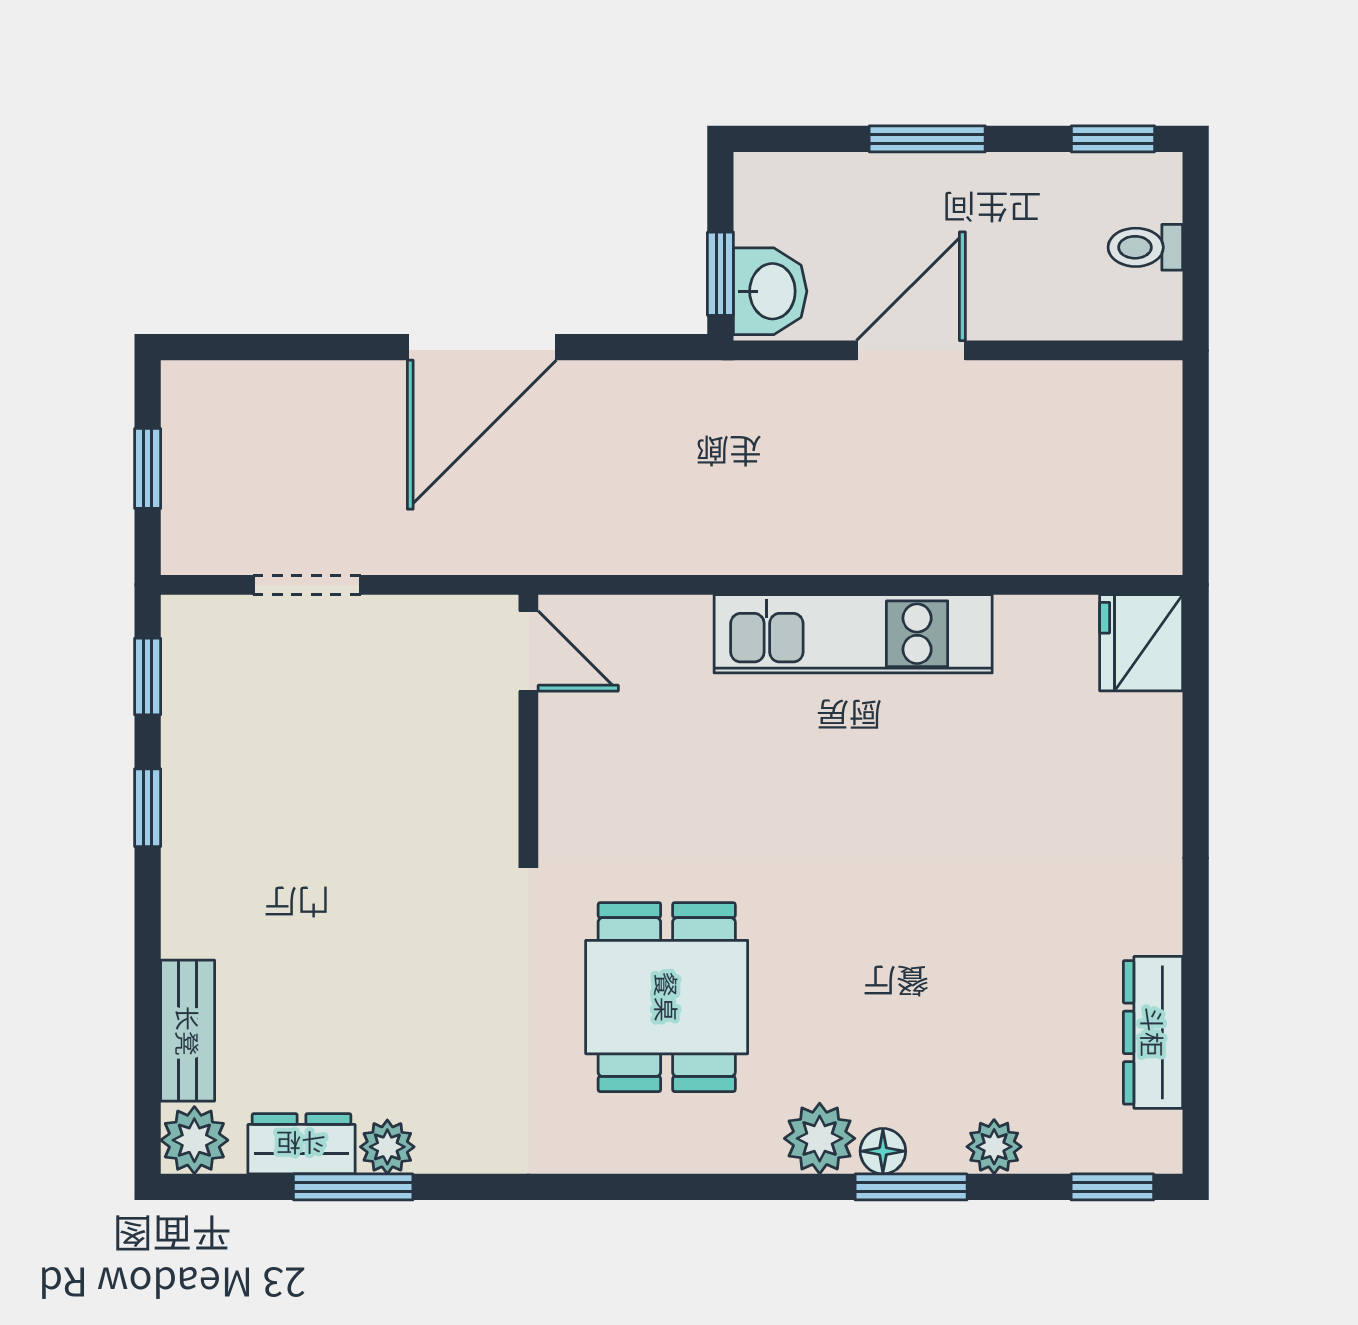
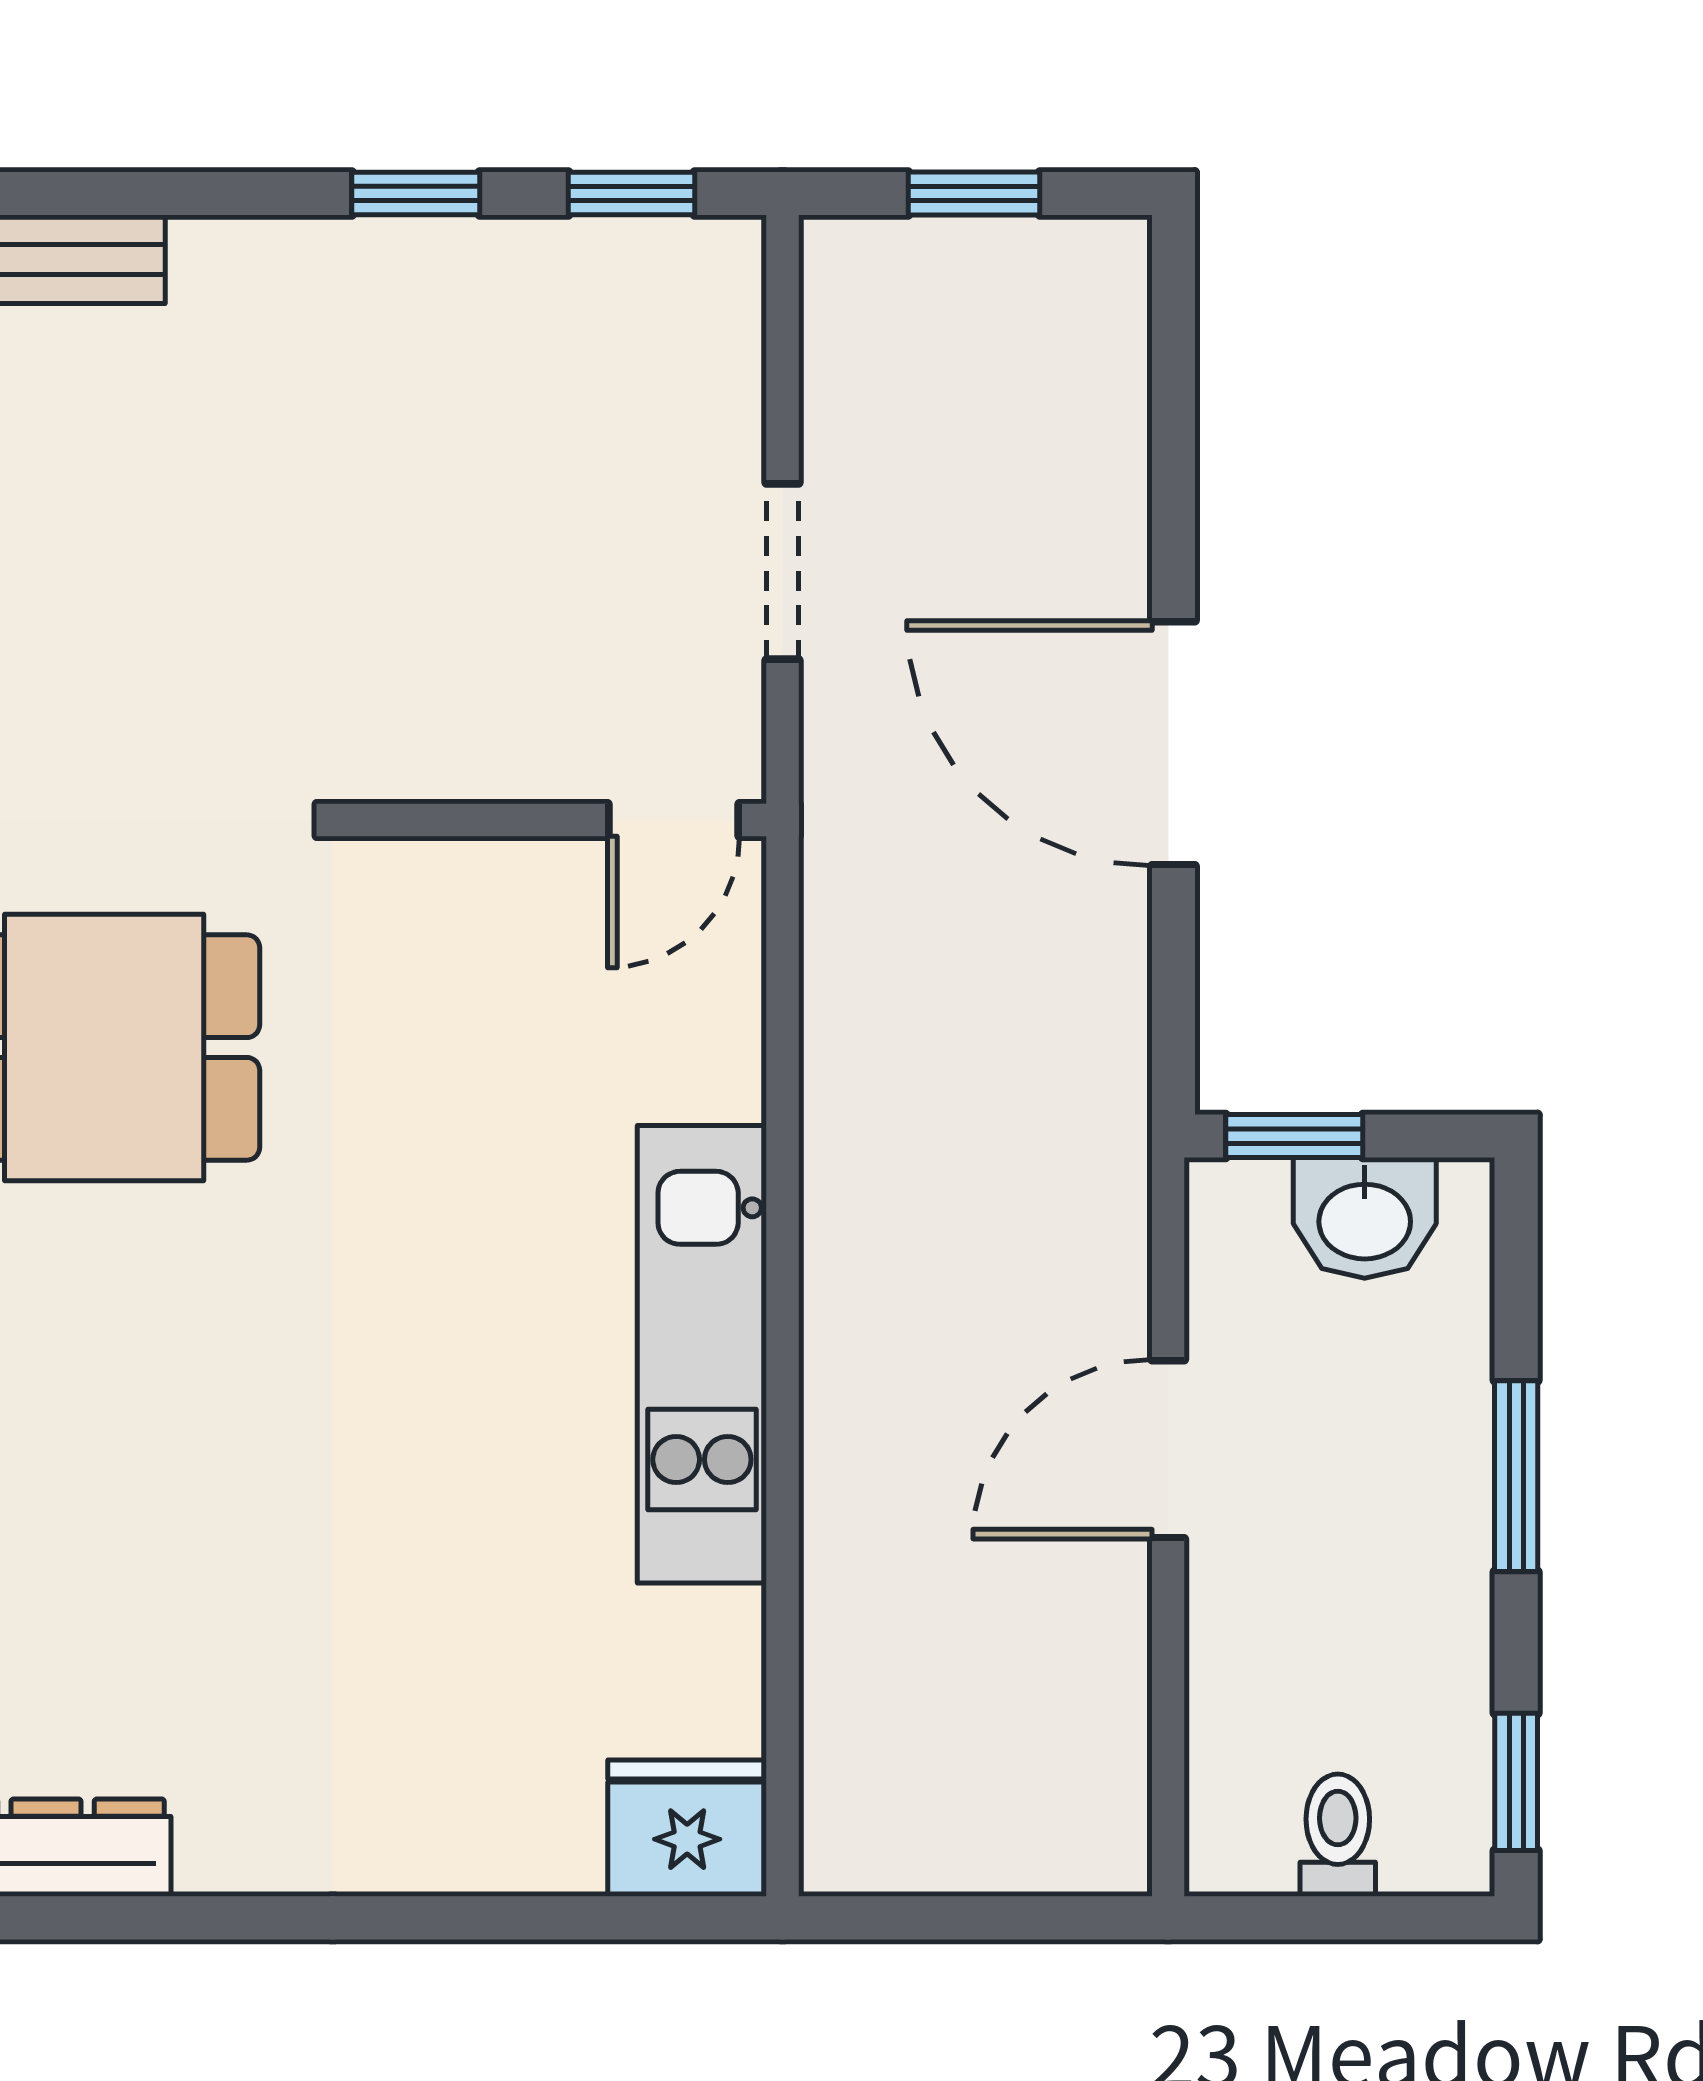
washbasin: (770, 291) -> (1365, 1218), moved
door: (911, 350) -> (1168, 1449), swing flipped
doorway: (307, 585) -> (782, 572), moved

